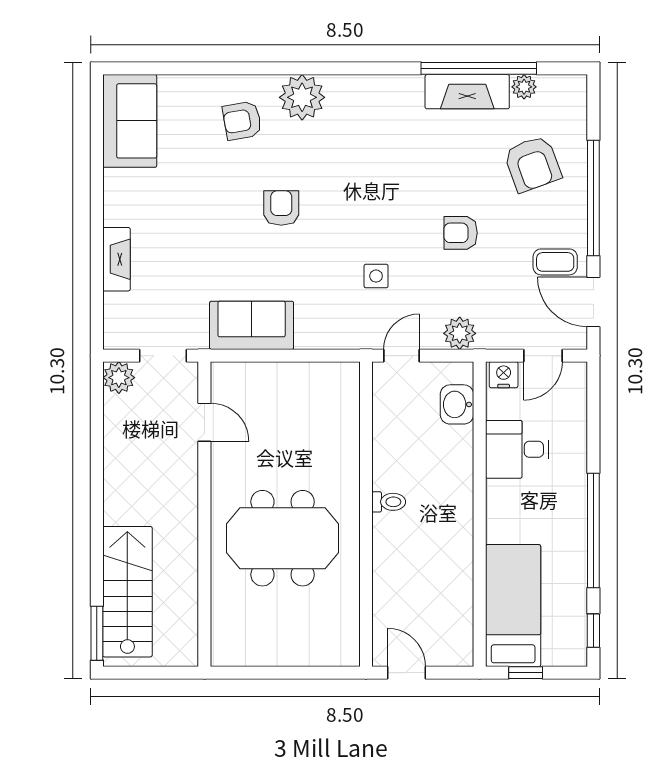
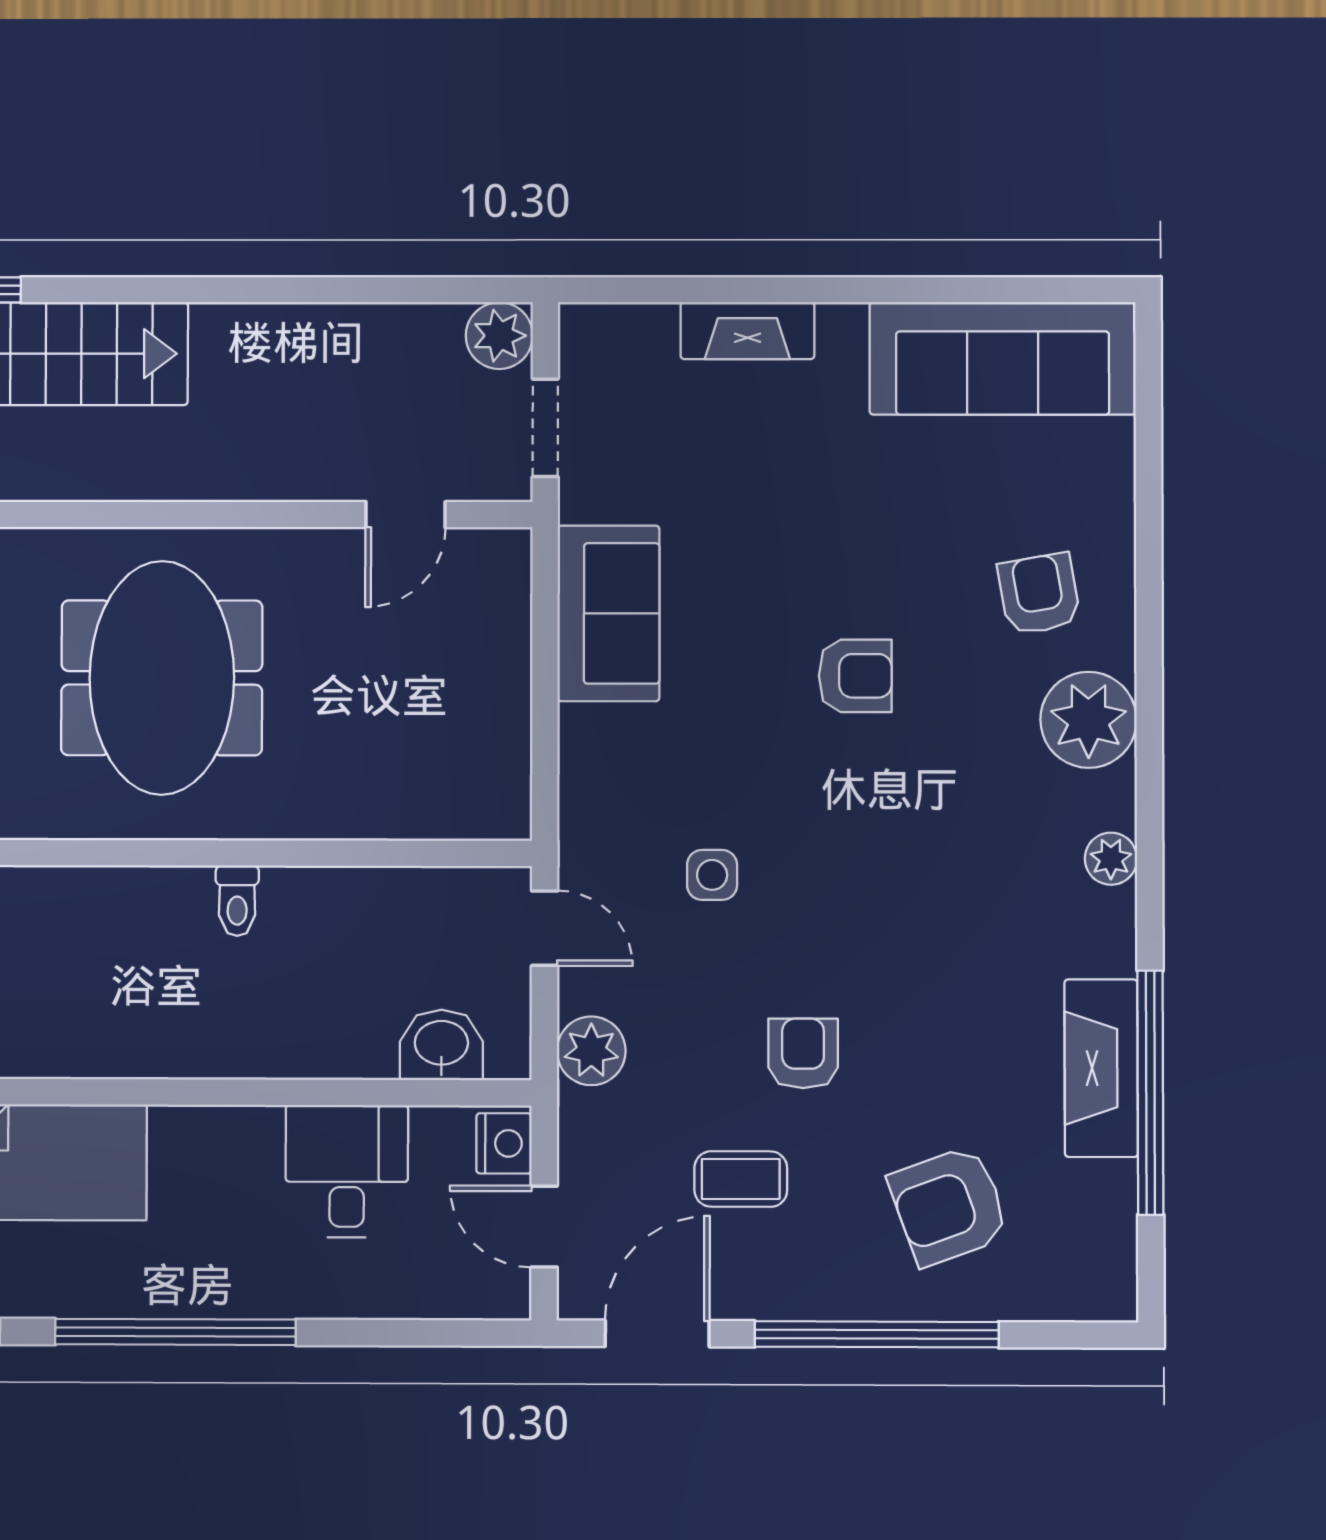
plant: (524, 87) -> (1111, 859), moved
sofa: (130, 121) -> (1003, 358), width x1.36
coffee table: (555, 262) -> (741, 1179), moved, turned 90

